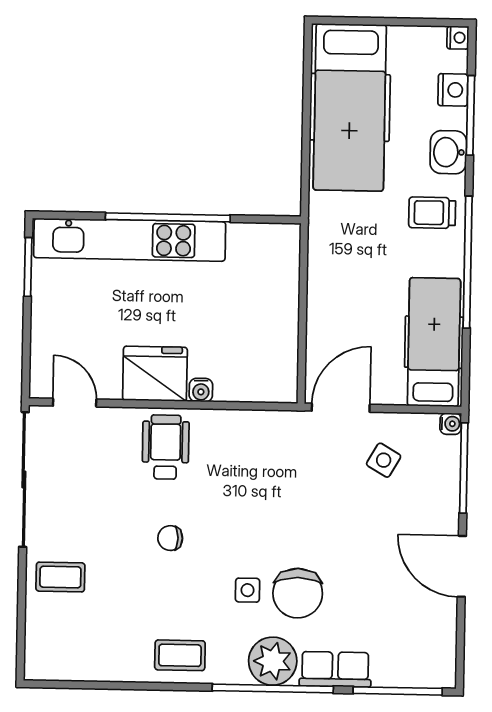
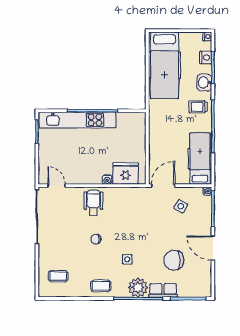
fridge: (155, 374) -> (126, 173), moved
coffee table: (60, 577) -> (58, 276), moved
chair: (298, 593) -> (174, 260), moved, turned 90

